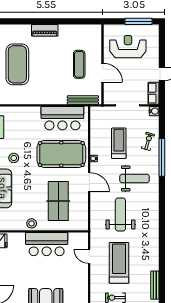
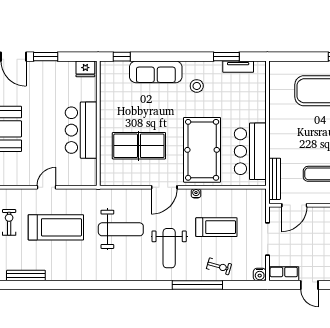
door: (103, 73) -> (294, 205), moved
stool: (32, 223) -> (109, 110), removed
door: (89, 256) -> (46, 187), moved

